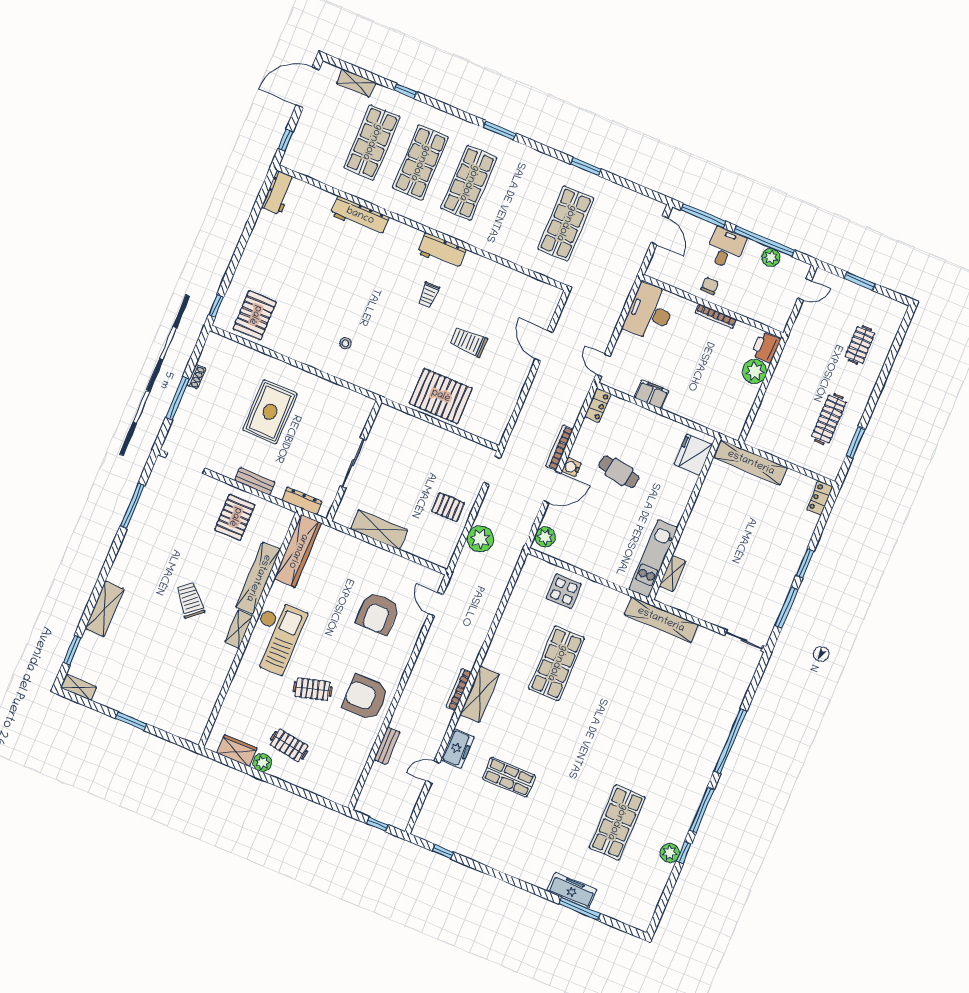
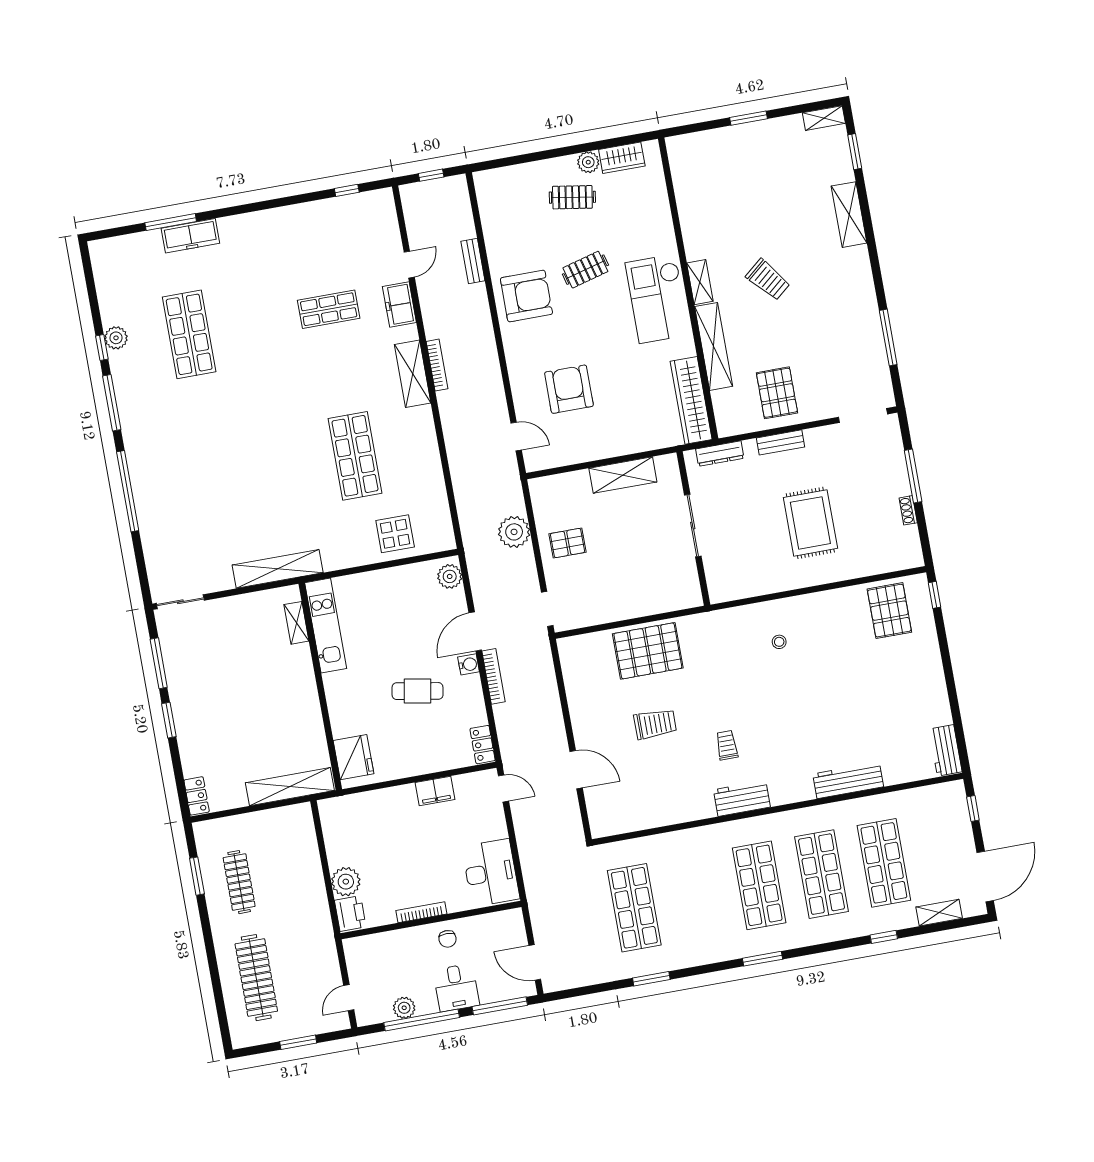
clothes rail: (860, 345) -> (256, 978), width x1.86, depth x1.31

